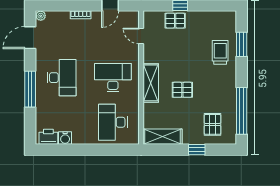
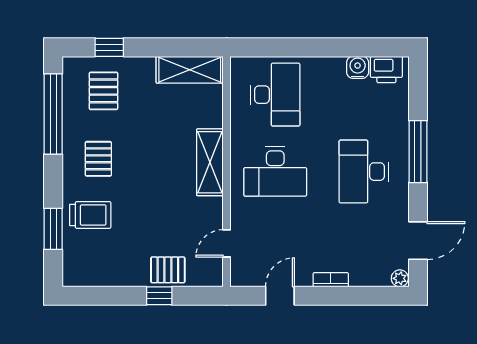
door: (141, 36) -> (227, 243), swing flipped
trolley: (220, 52) -> (90, 215), turned -90
pallet: (182, 90) -> (98, 159), moved, turned 90
window: (197, 150) -> (109, 47), moved

